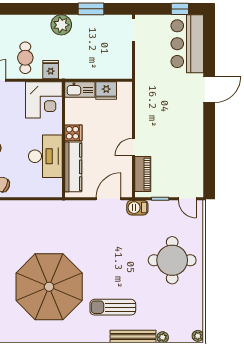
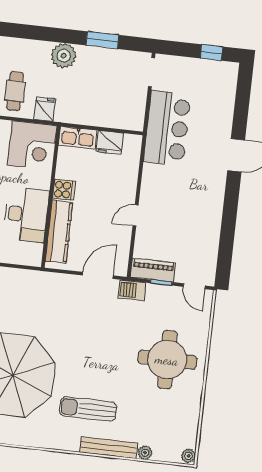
bar counter: (187, 44) -> (167, 128), moved, turned 180
piano: (143, 174) -> (153, 270), moved, turned -90

